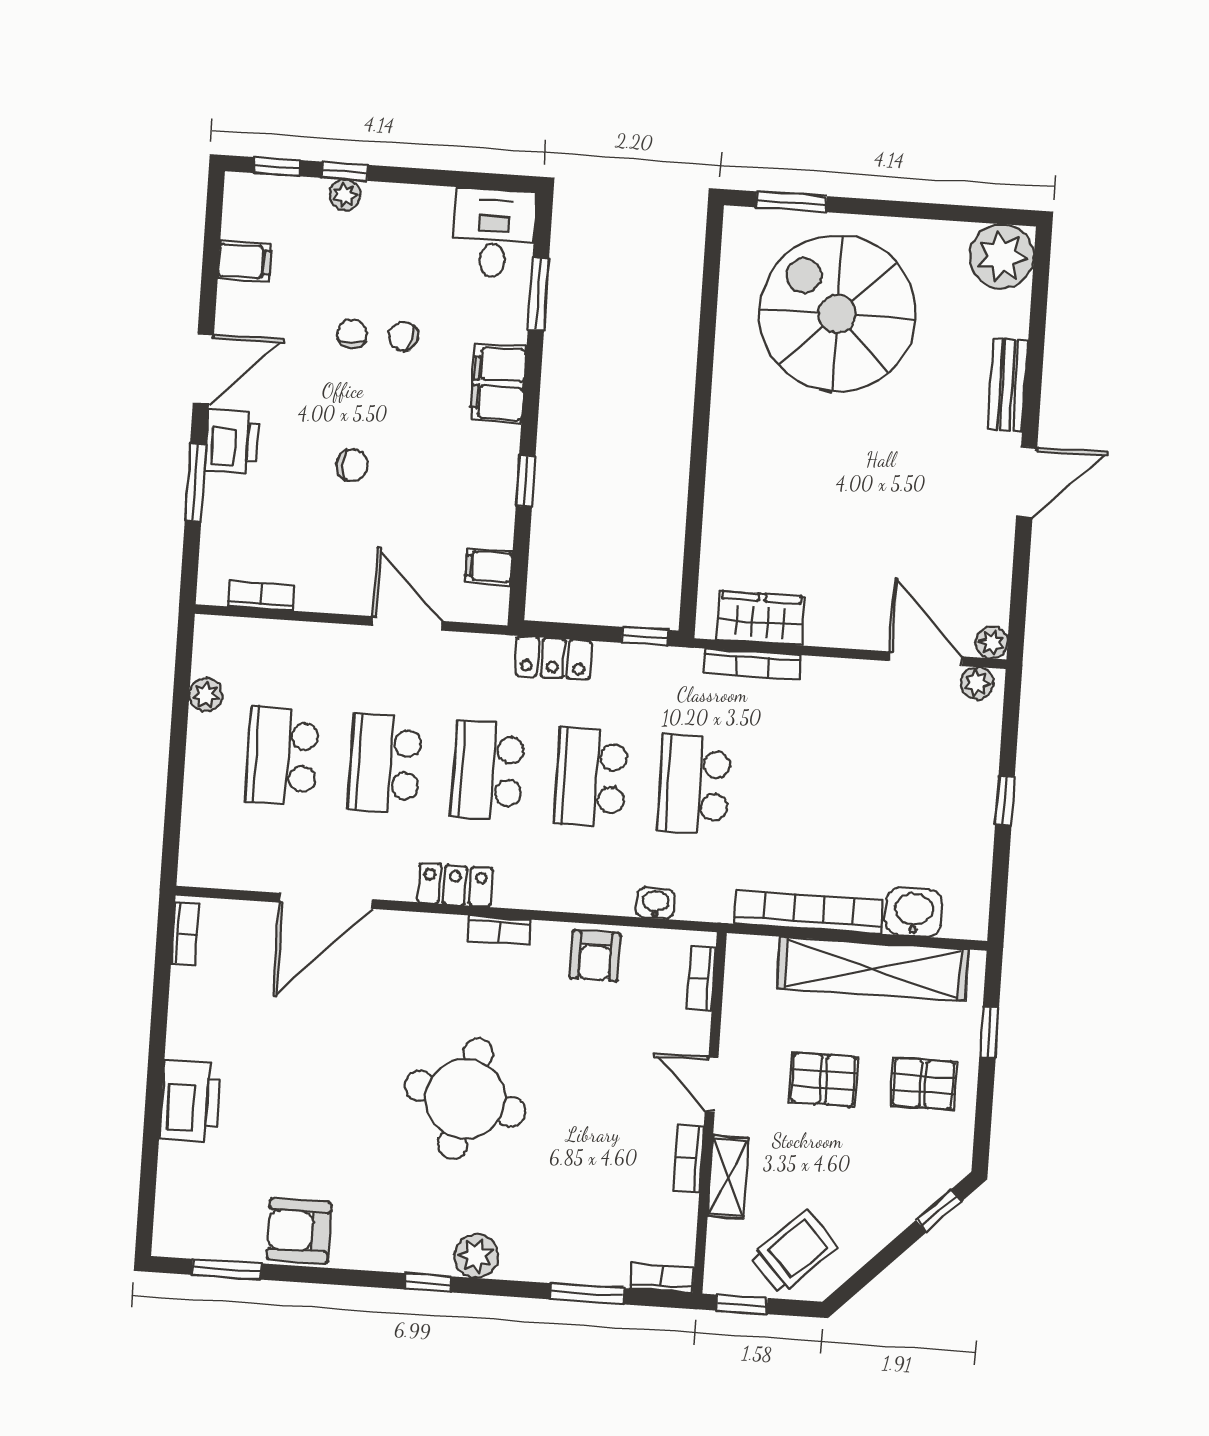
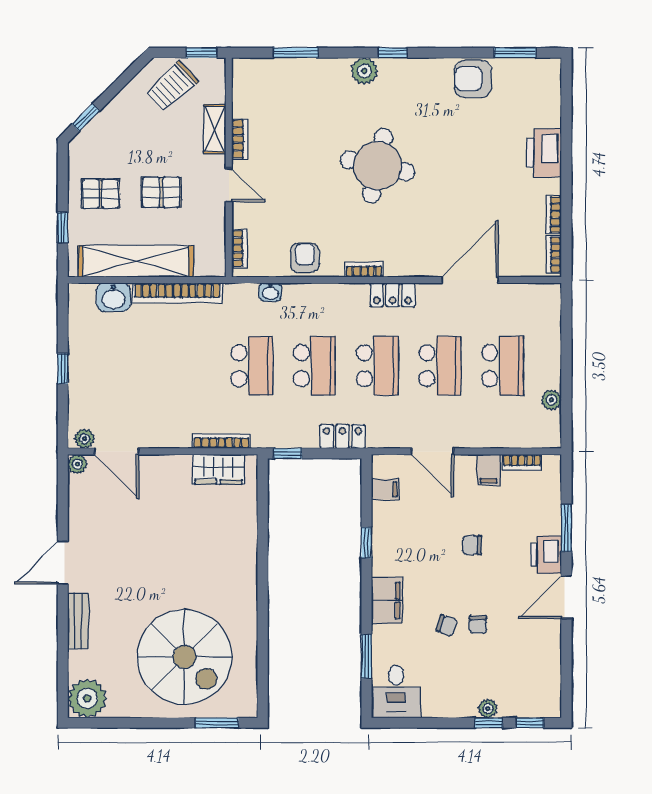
filing cabinet: (244, 261) -> (489, 470), moved, turned -90
armchair: (299, 1231) -> (473, 79), turned 180
bookcase: (662, 1278) -> (554, 215), moved, turned 90

